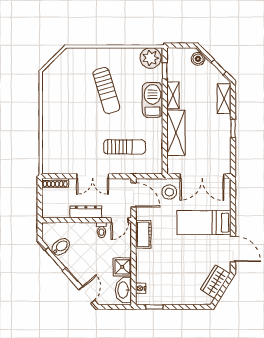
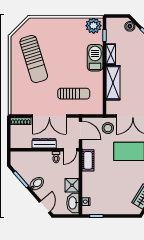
sun lounger: (106, 91) -> (34, 59), moved, width x1.36, depth x1.34
double door: (93, 176) -> (49, 116), width x1.37
bidet: (61, 247) -> (37, 184), moved

